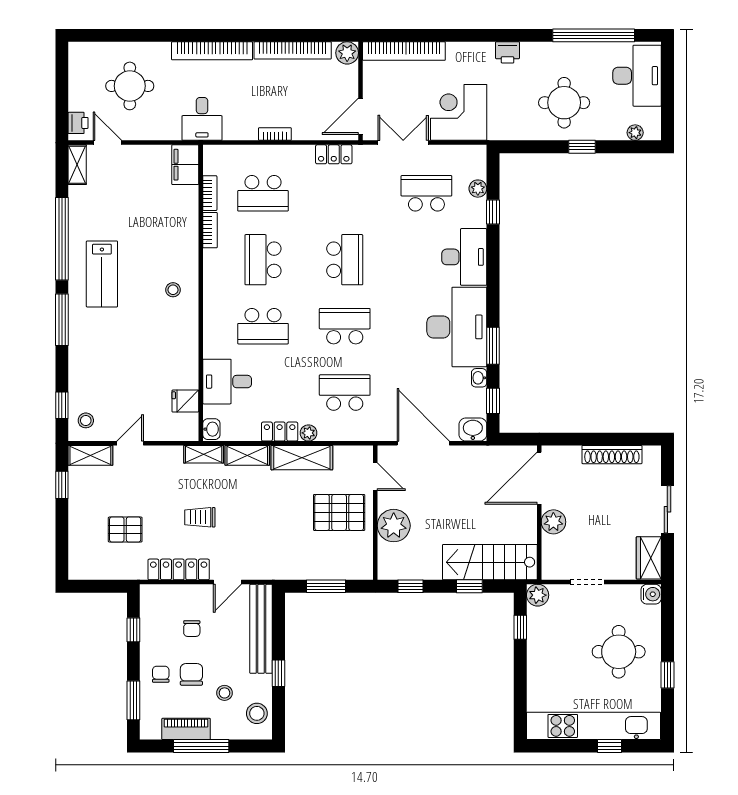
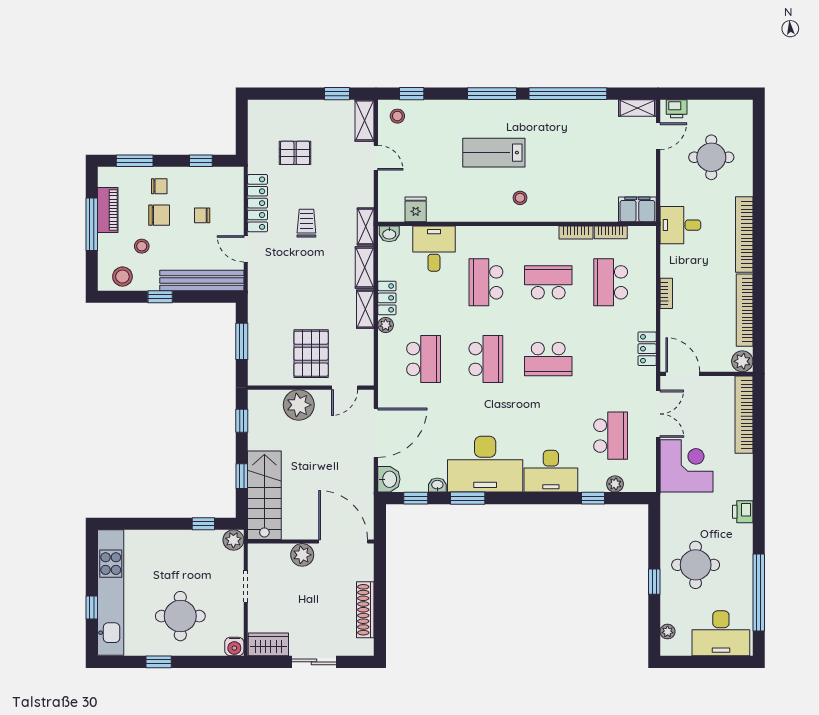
lab bench: (102, 274) -> (494, 153), moved
shelving: (302, 458) -> (365, 309), width x0.67, depth x0.75
pallet: (125, 530) -> (295, 153), turned 90

